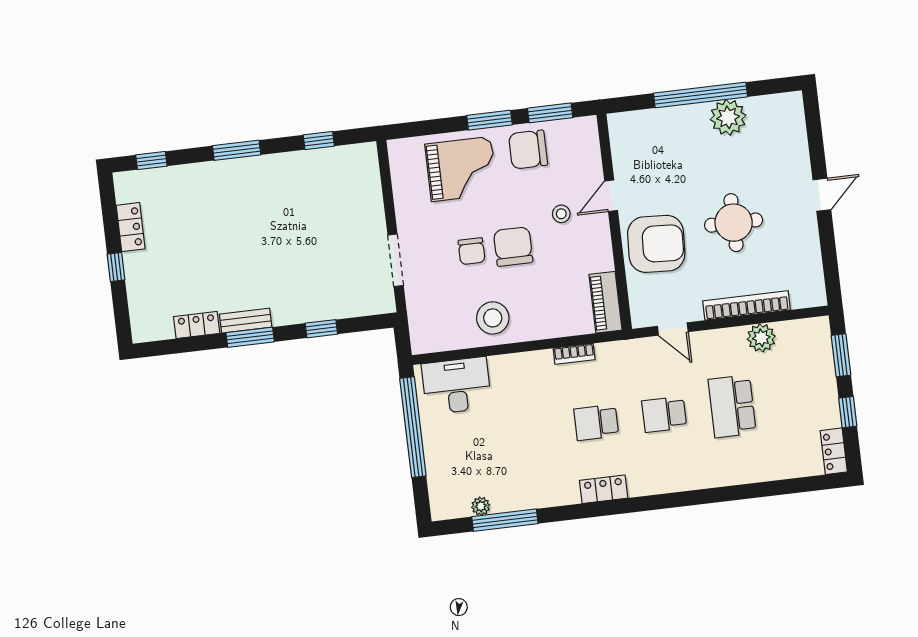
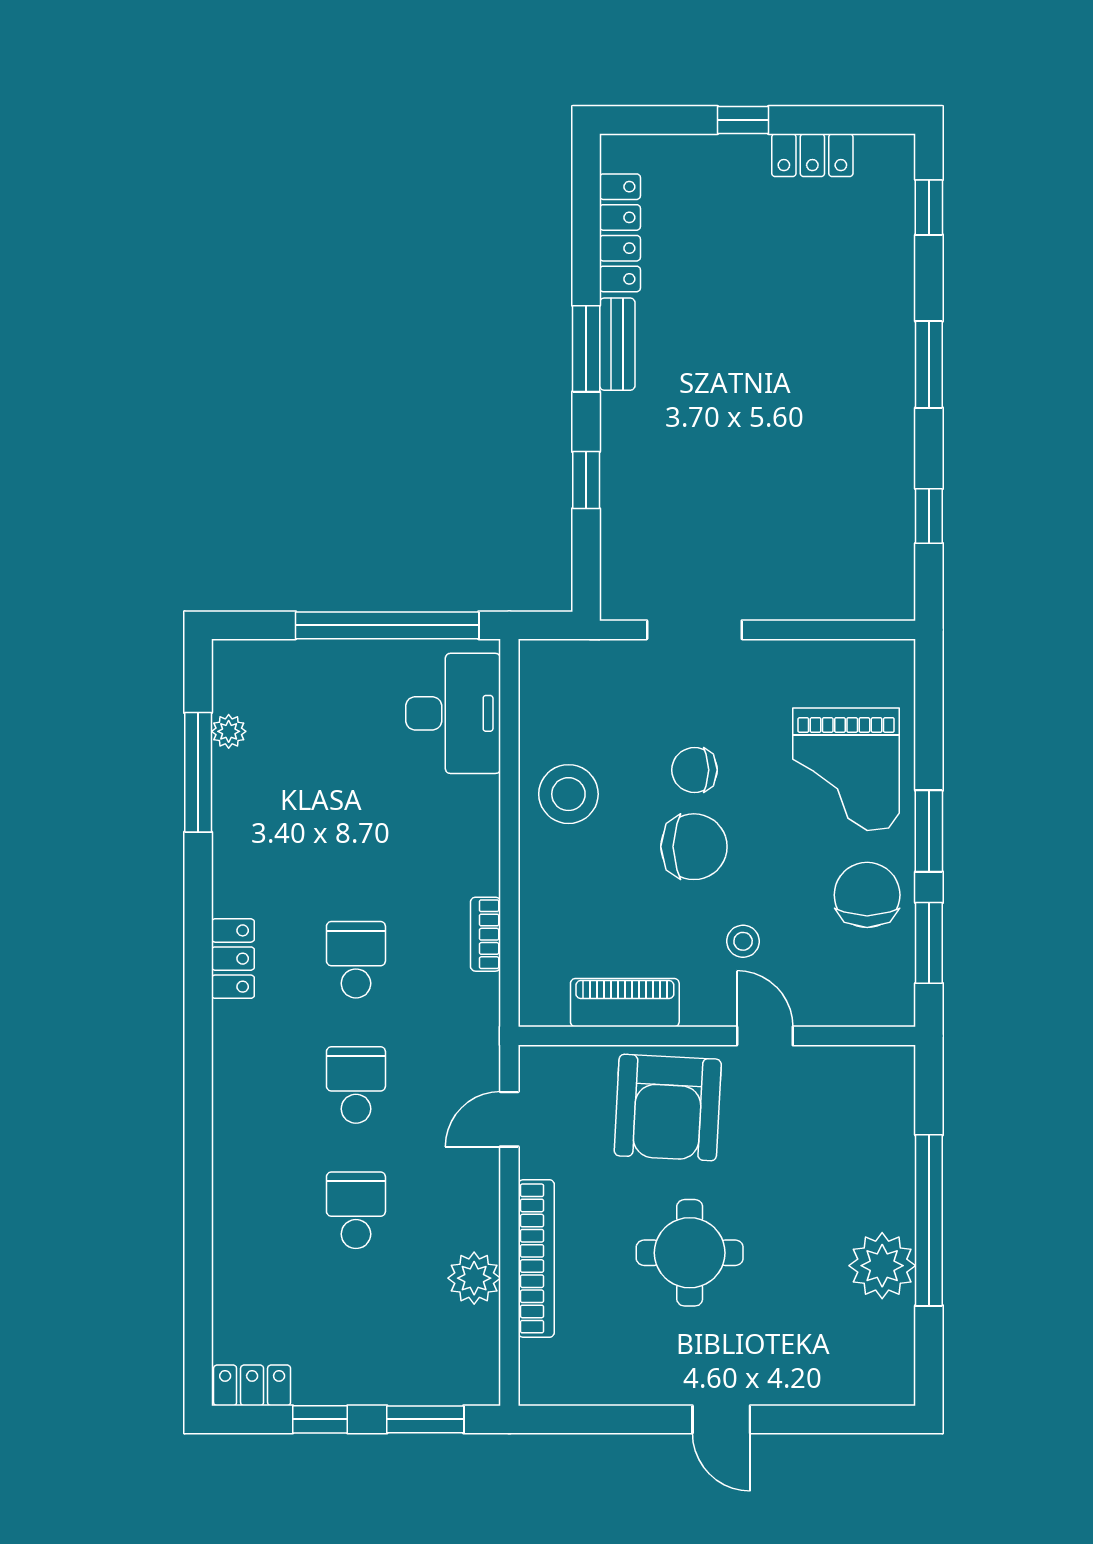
piano: (606, 302) -> (625, 1003), moved
locker: (197, 325) -> (620, 233), width x1.53
school desk: (732, 406) -> (356, 1210), width x0.54

